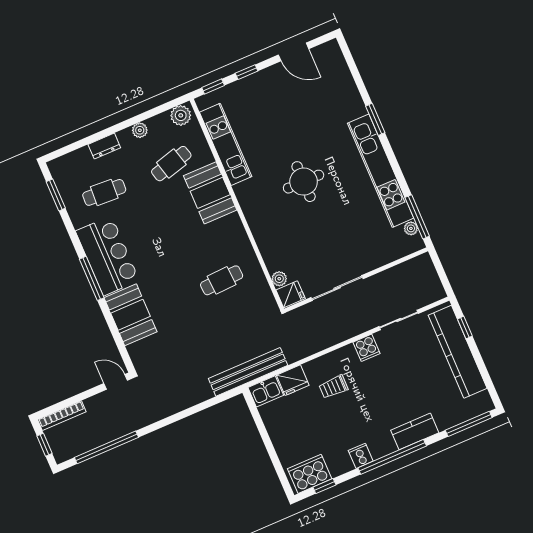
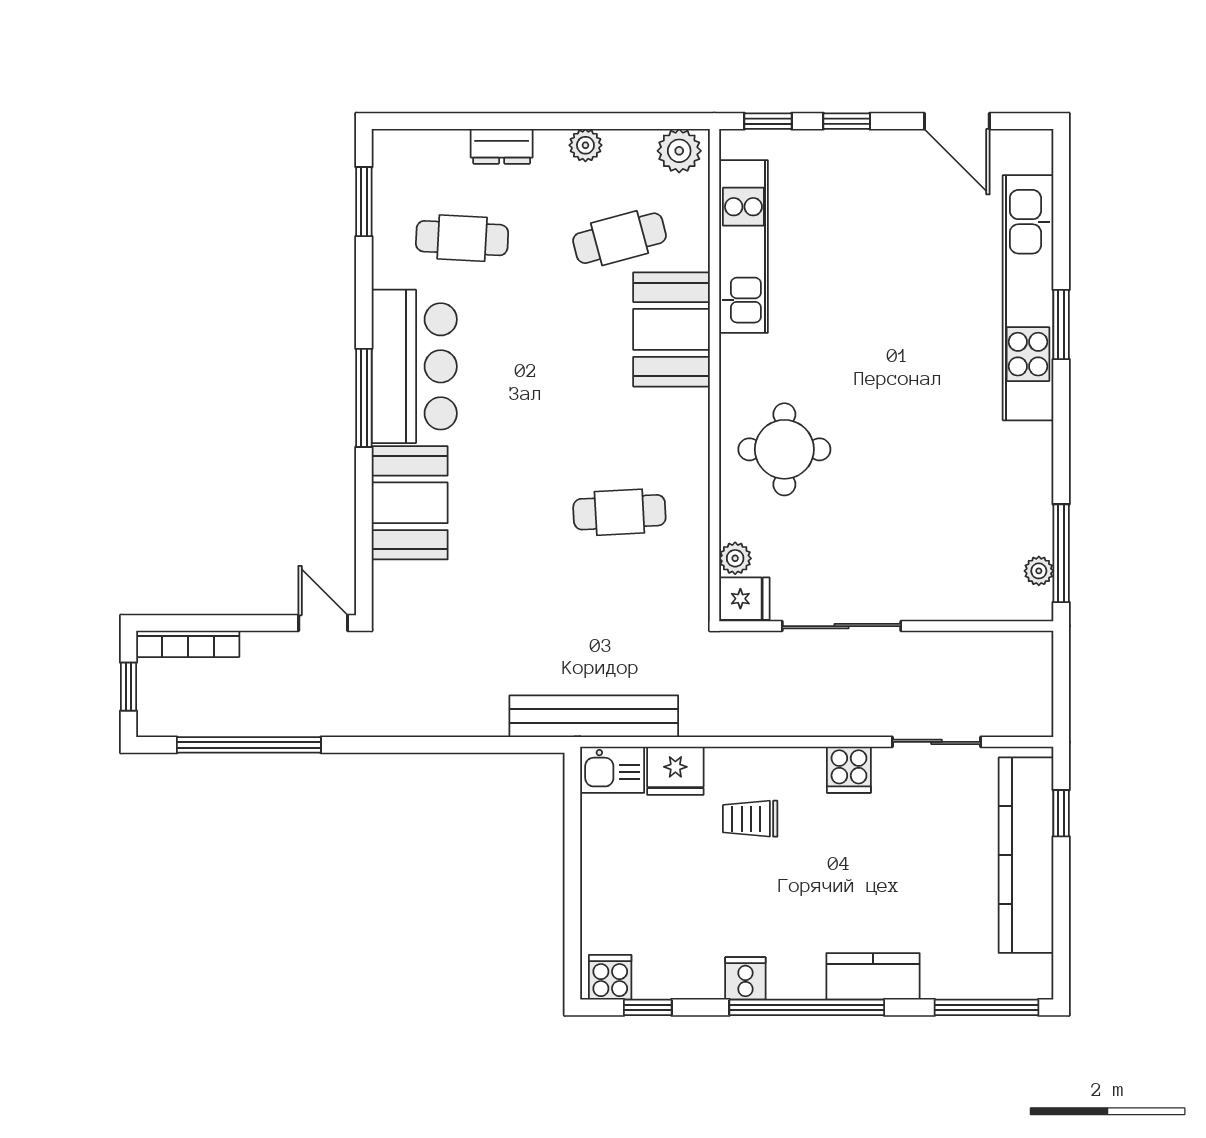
kitchen unit: (381, 171) -> (1028, 298), moved
round table: (304, 182) -> (784, 449), moved
cooker: (310, 474) -> (610, 977), width x0.53, depth x0.76

